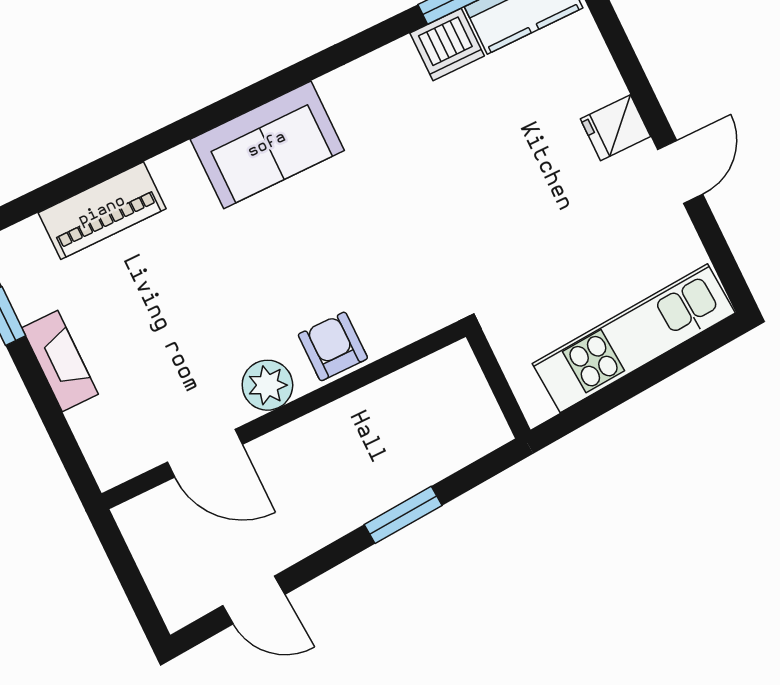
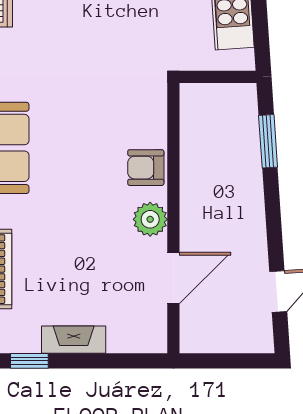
window: (403, 515) -> (268, 141), moved

